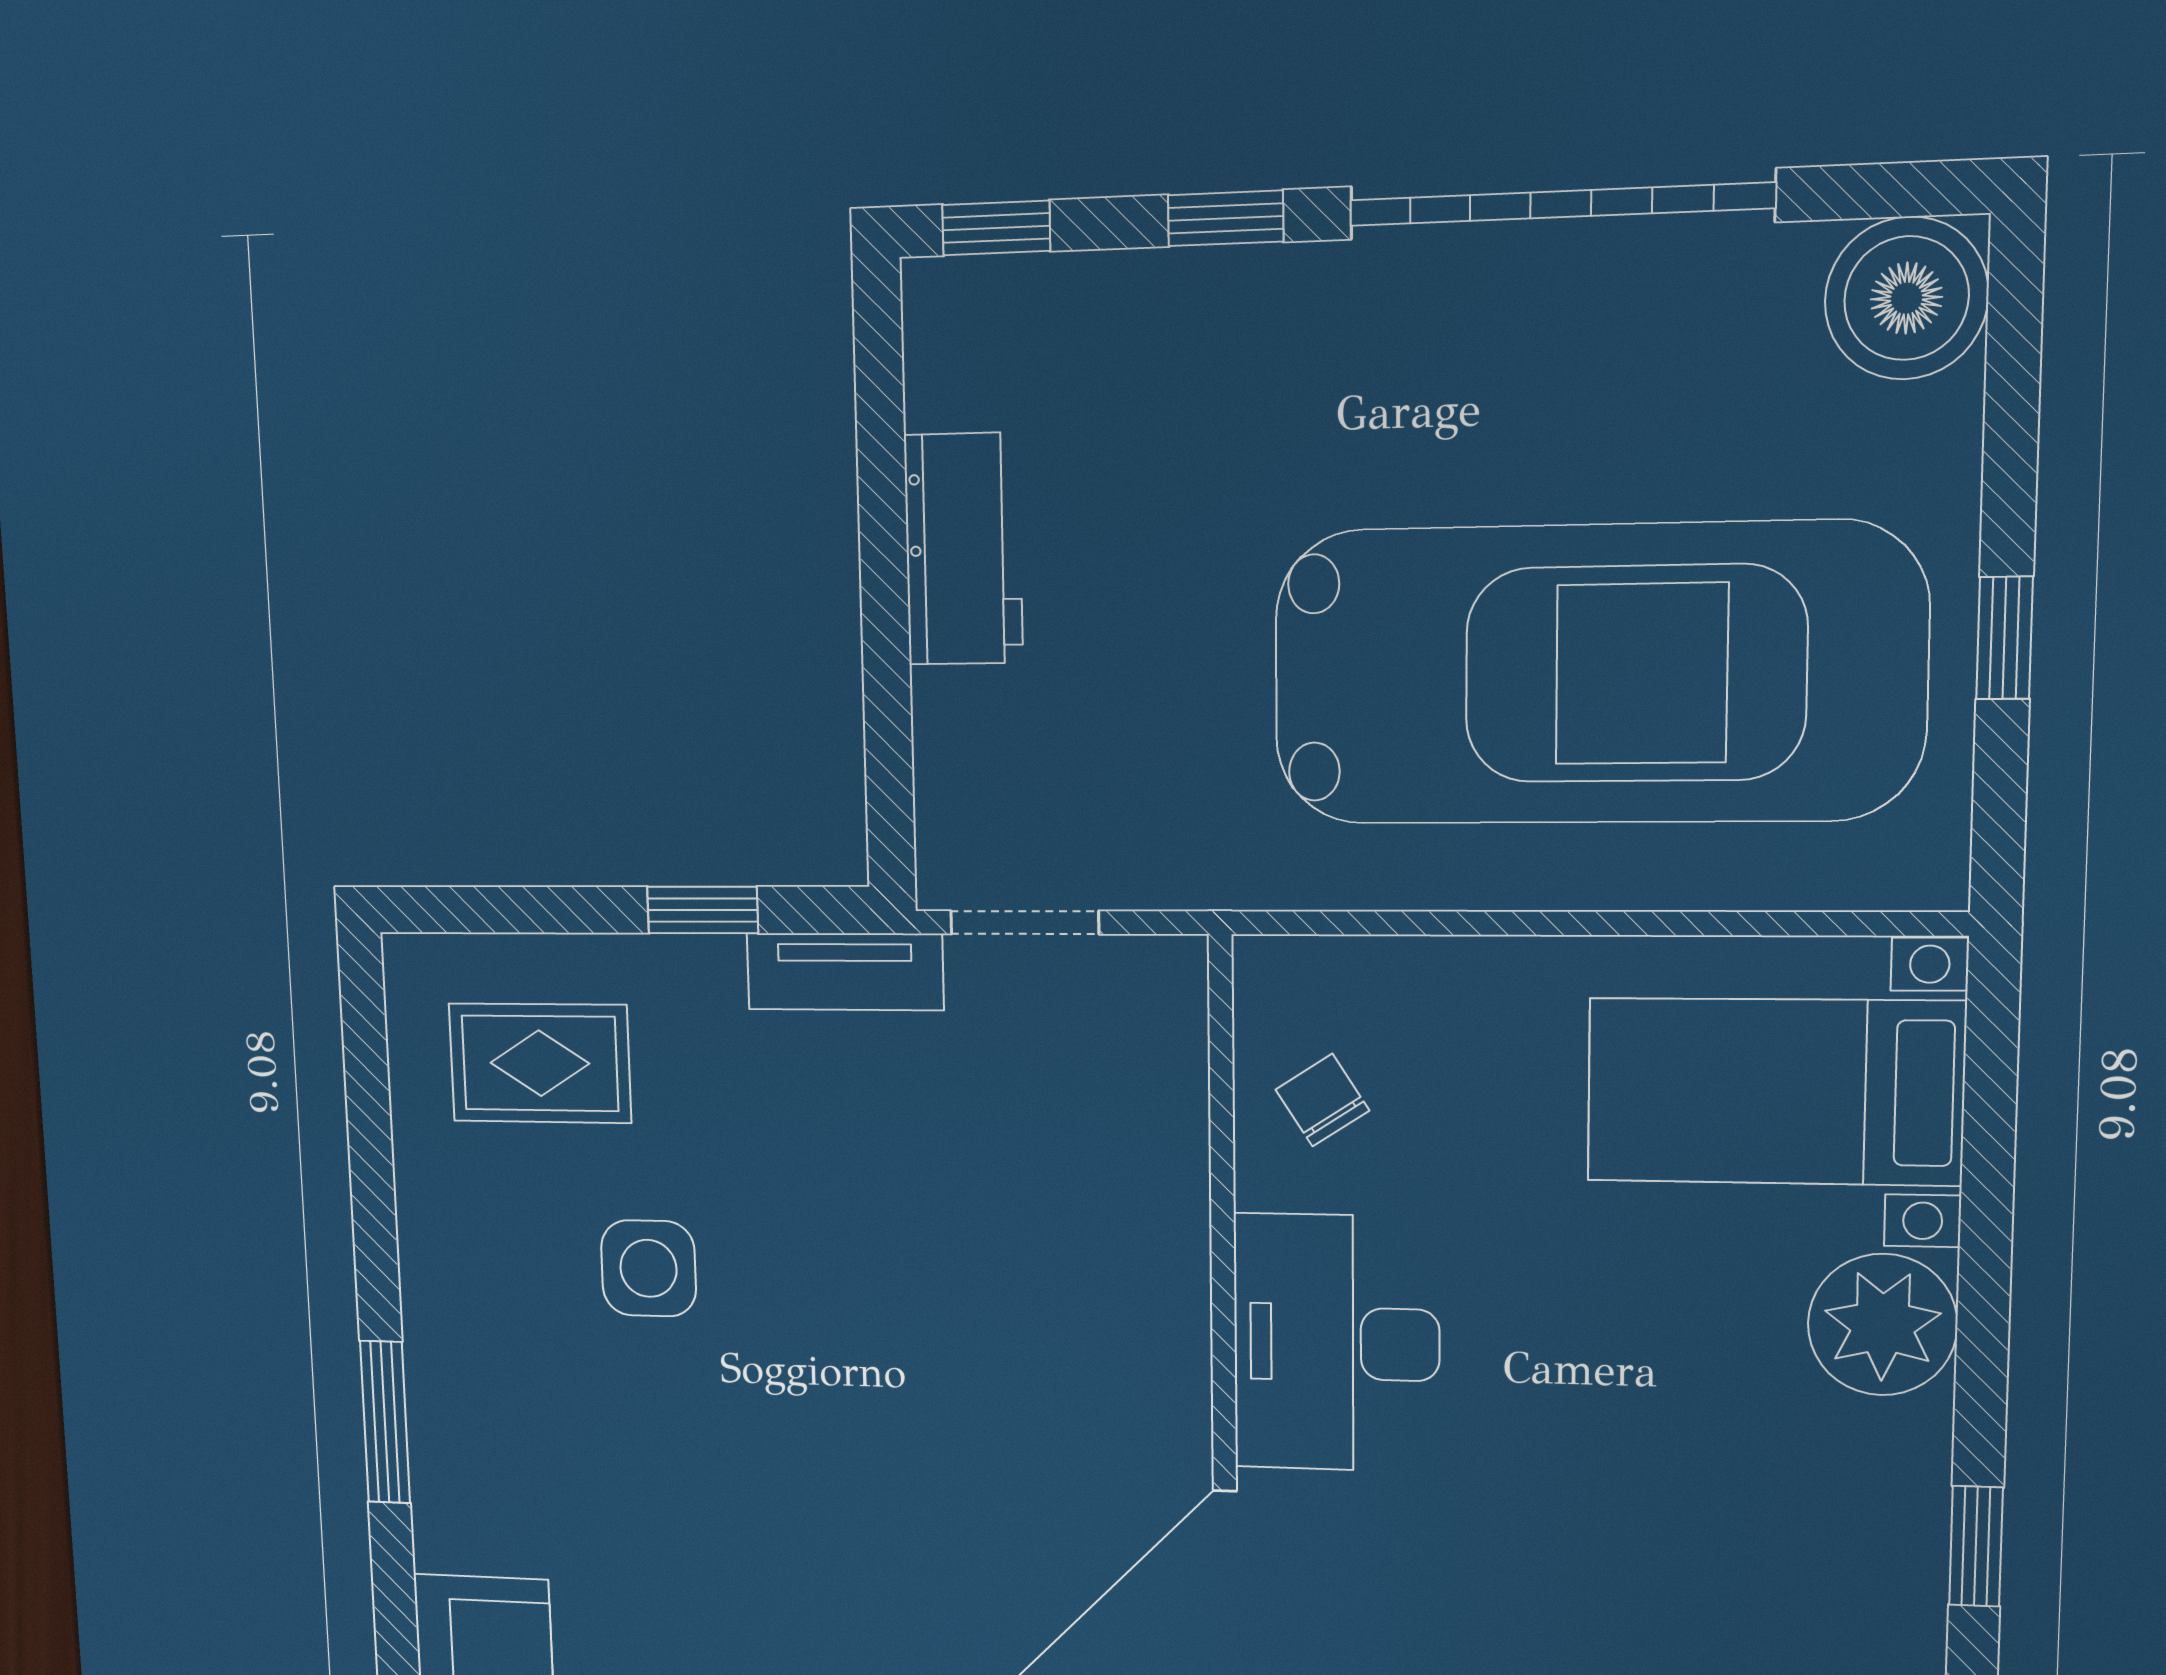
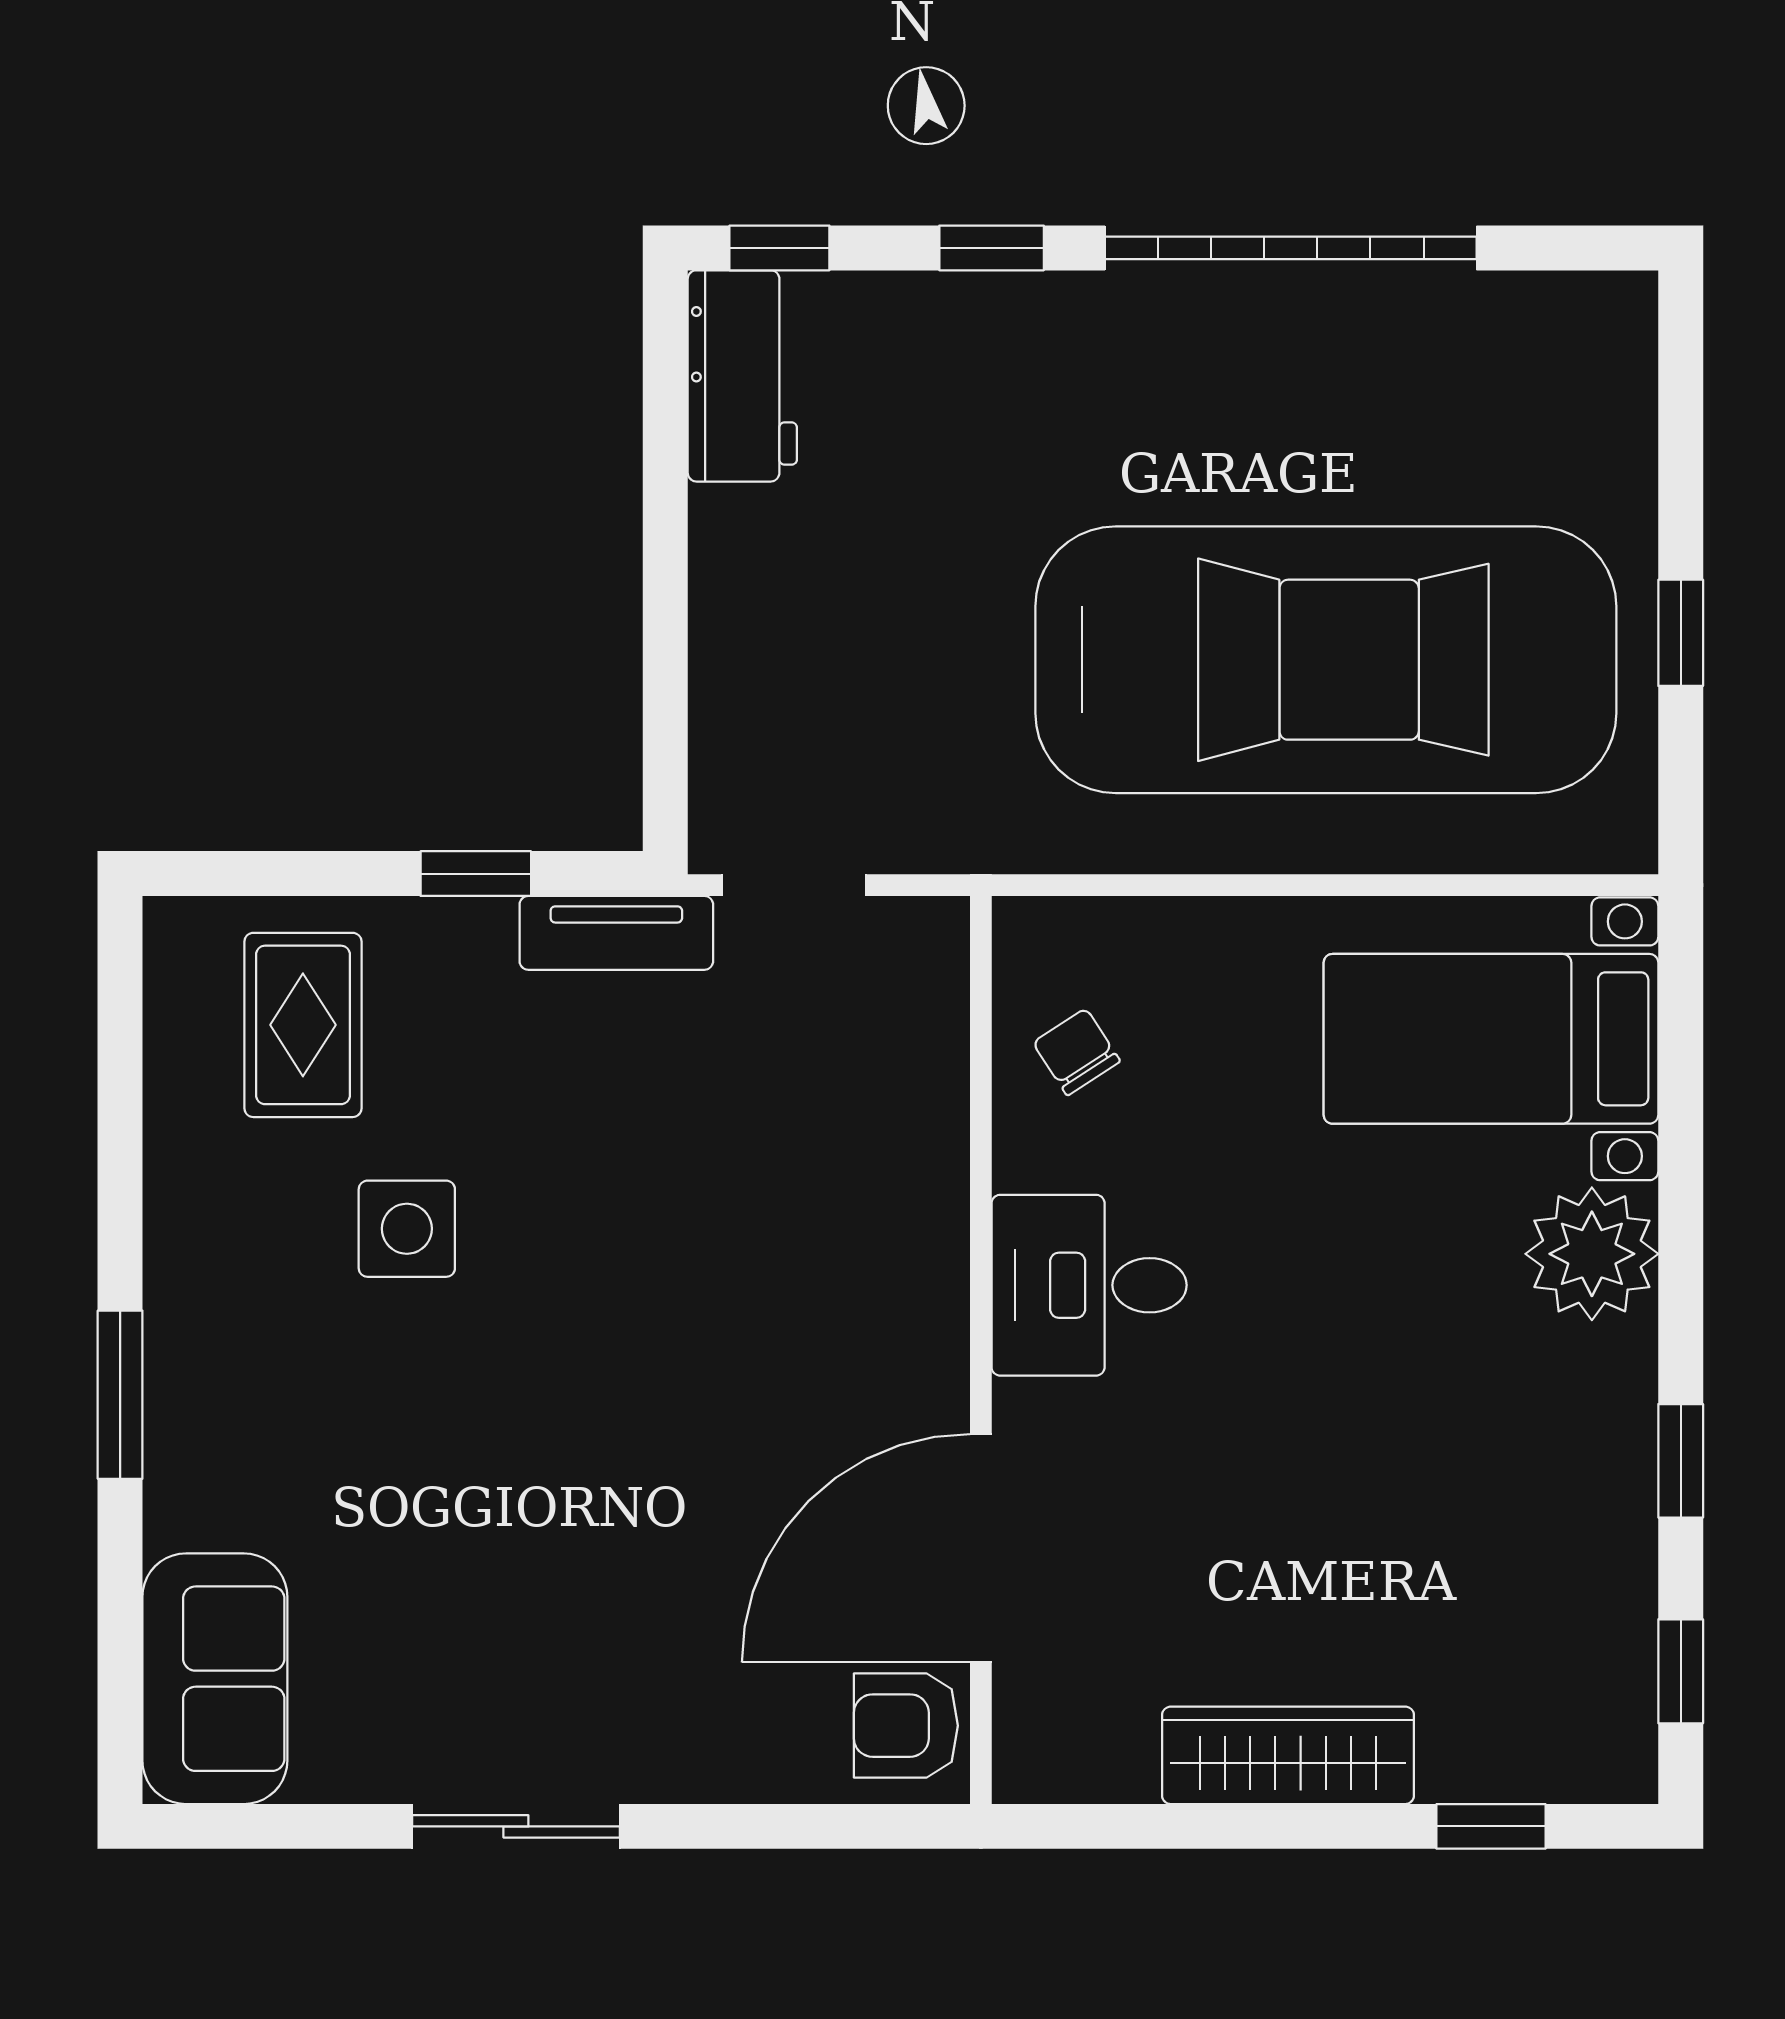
boiler: (1906, 298) -> (1589, 339), removed
workbench: (964, 549) -> (742, 376), moved
rug: (540, 1063) -> (303, 1025), turned 90
desk: (1336, 1343) -> (1089, 1285), width x0.73

